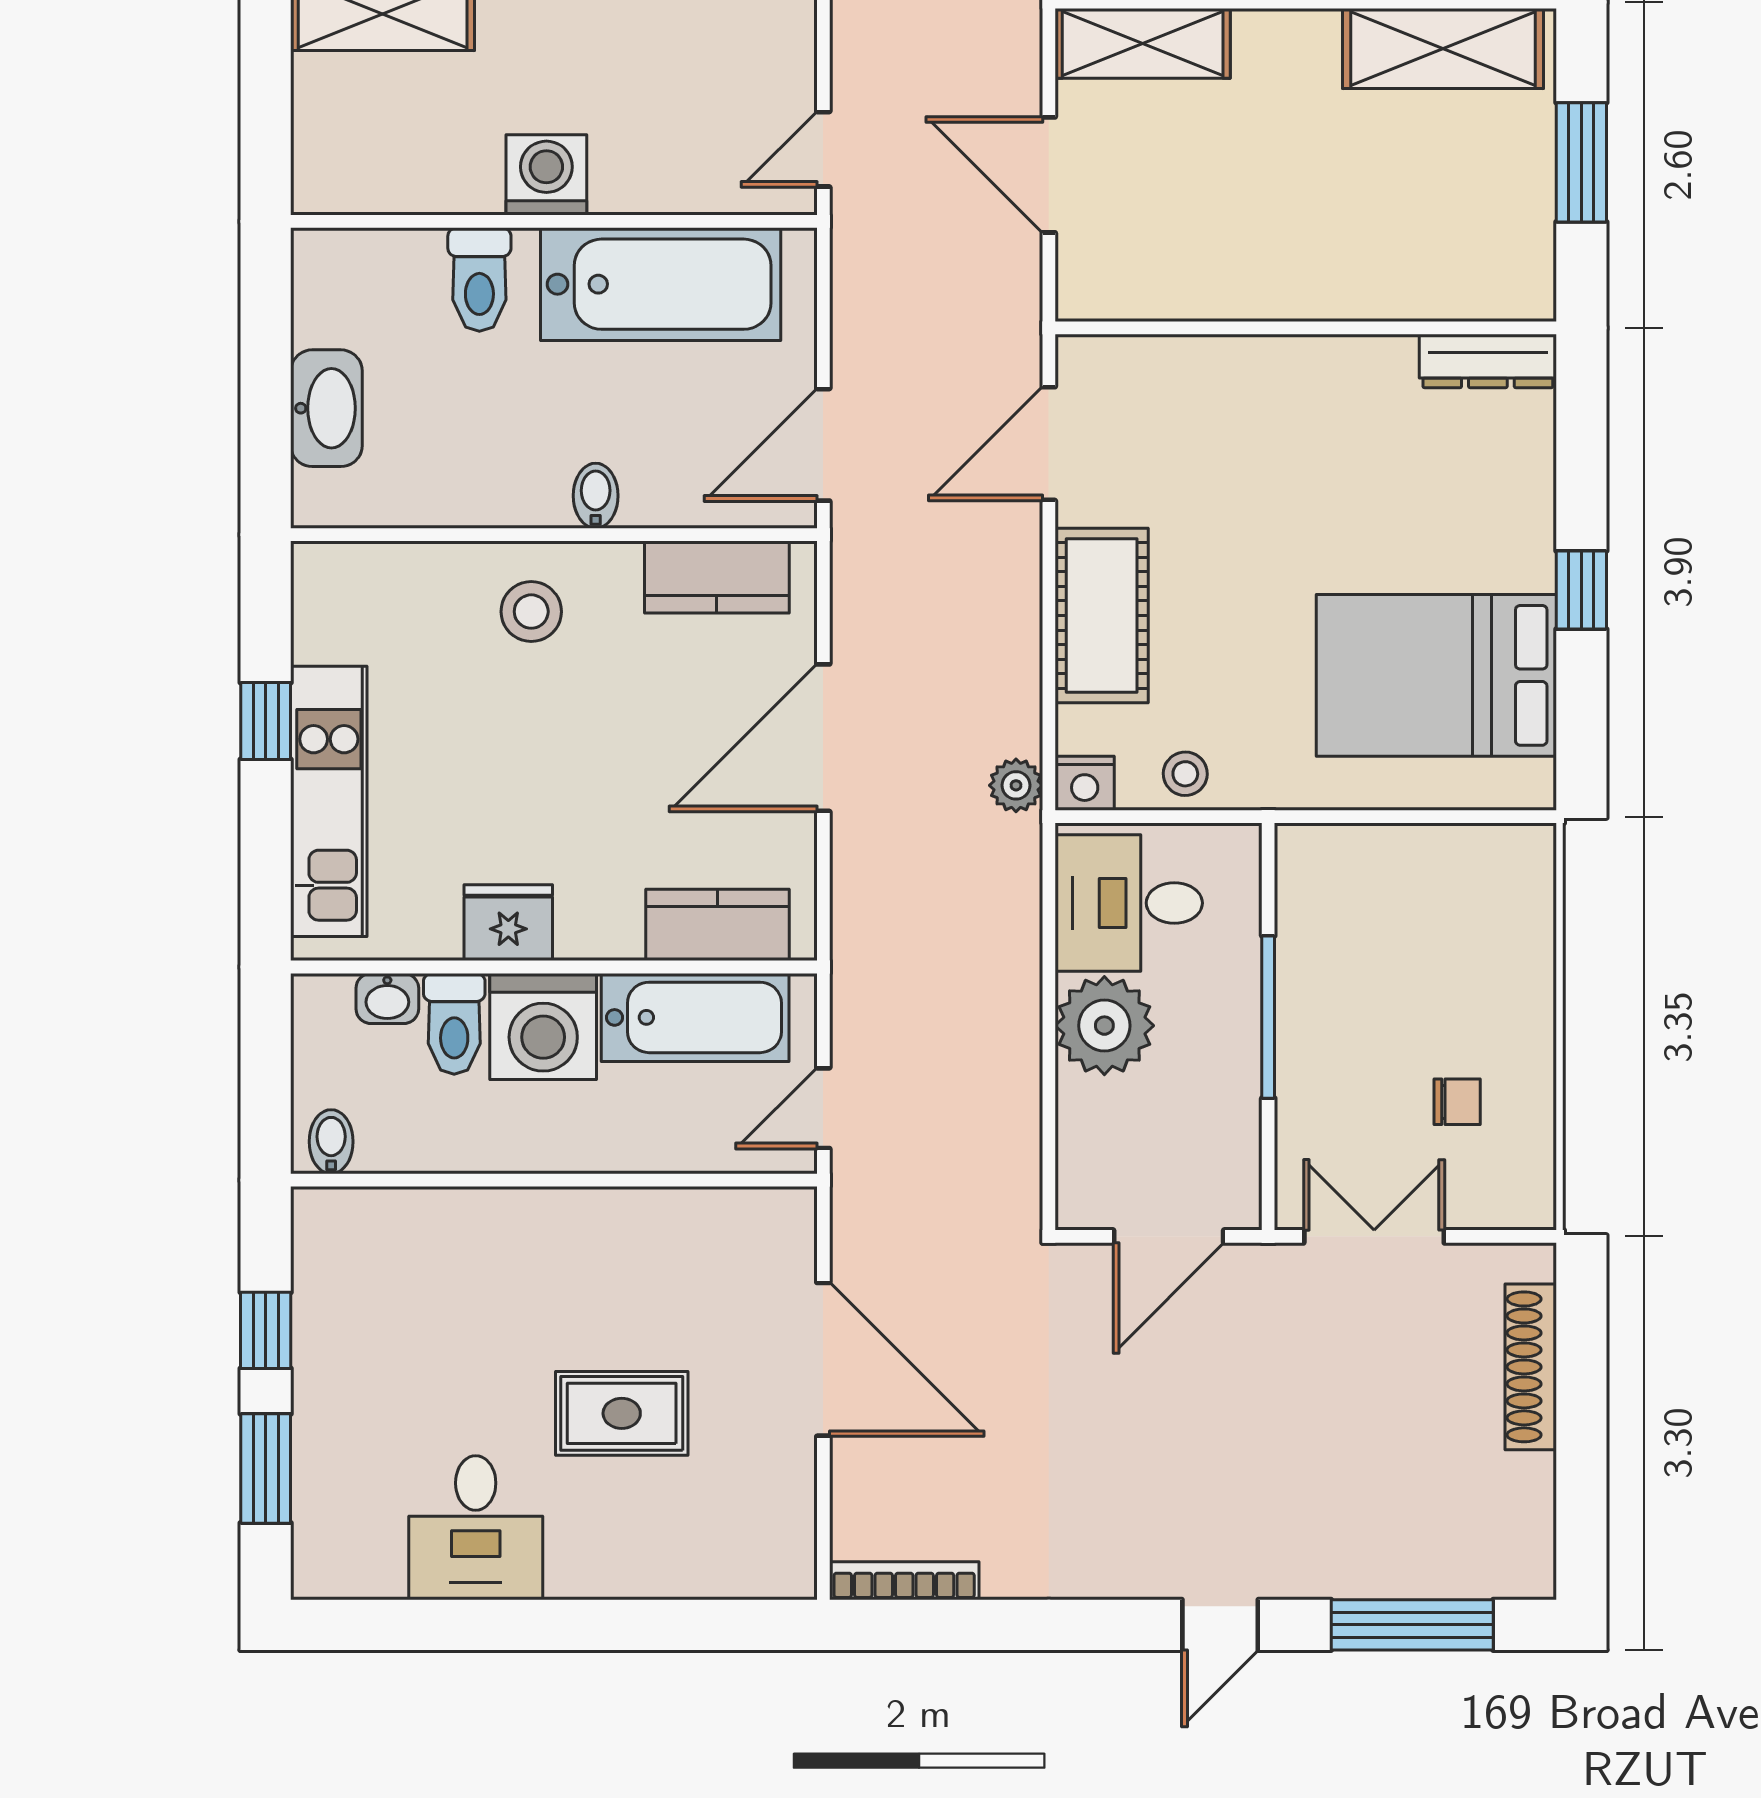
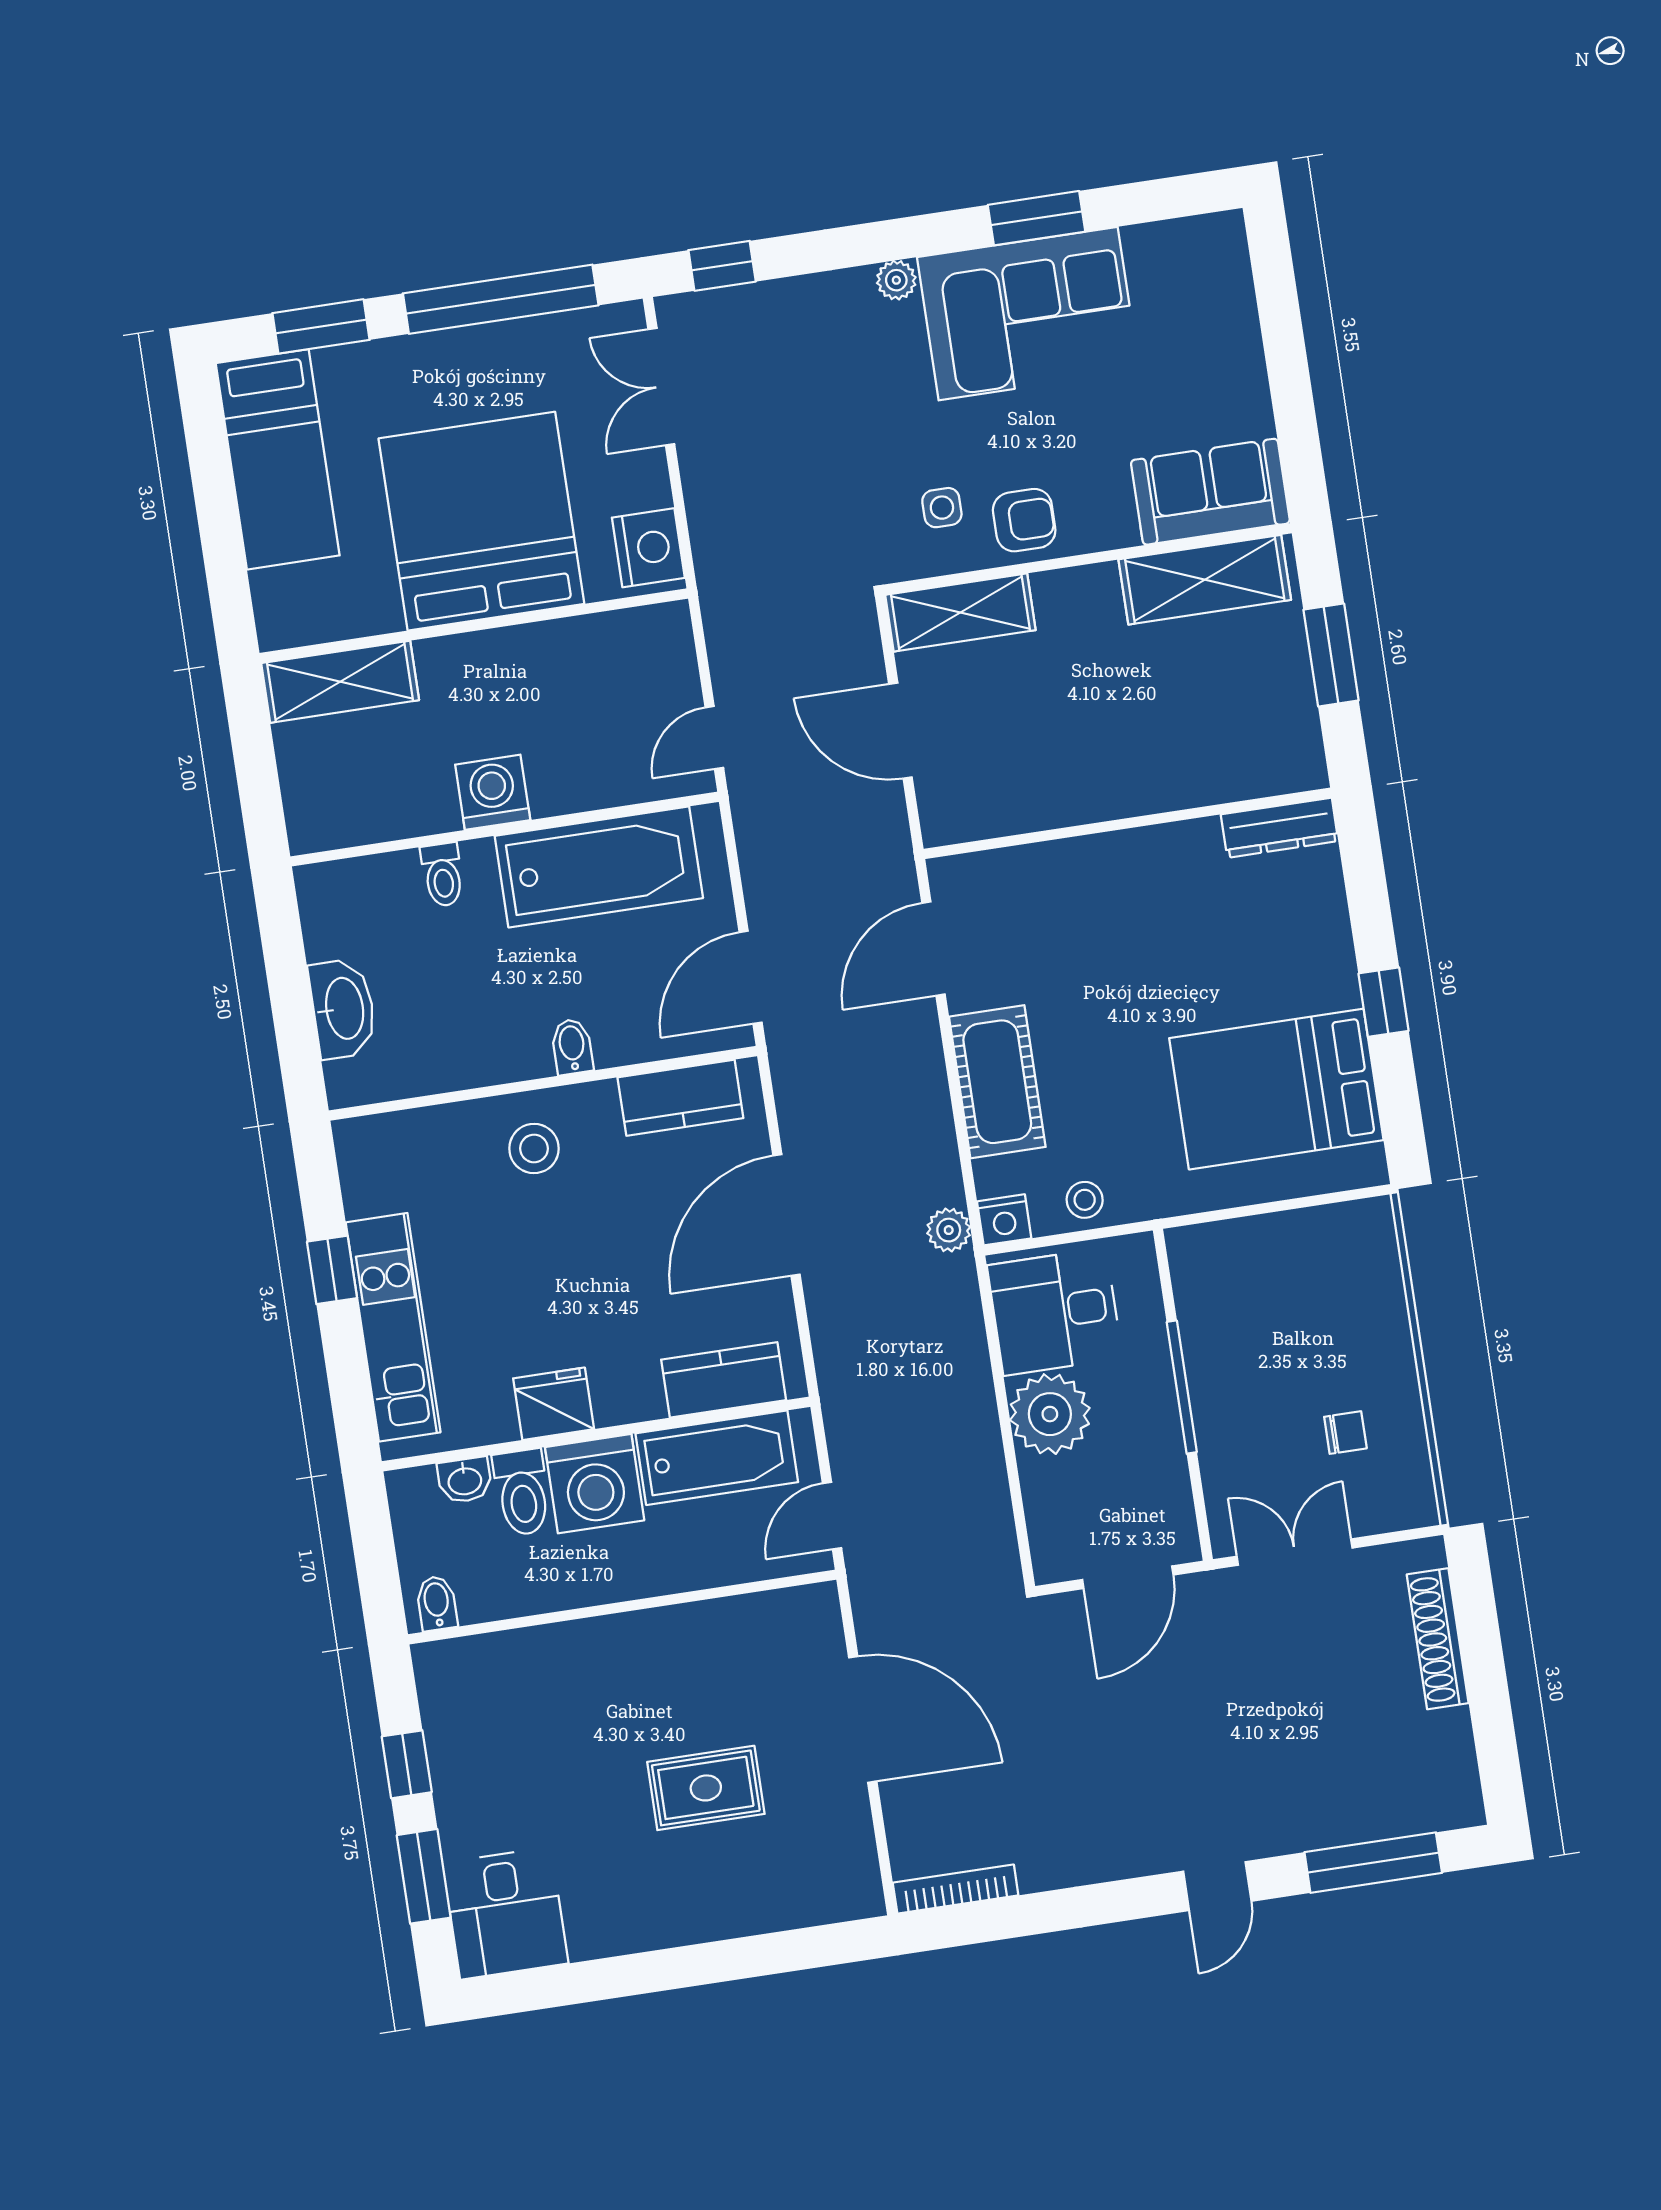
toilet: (479, 279) -> (443, 875), width x0.73, depth x0.72
desk: (476, 1528) -> (506, 1913), moved

